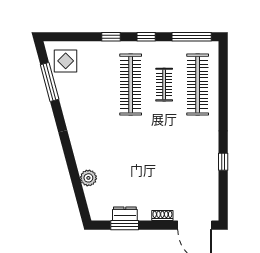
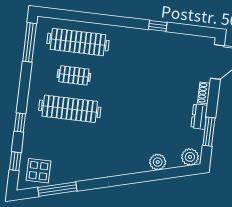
window: (146, 37) -> (15, 161), moved
plant: (97, 209) -> (190, 157), added
dresser: (125, 214) -> (199, 117), moved

